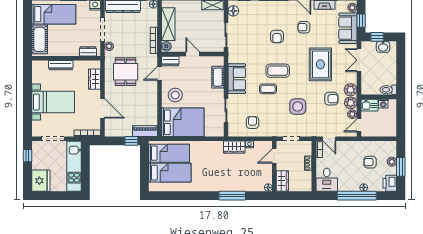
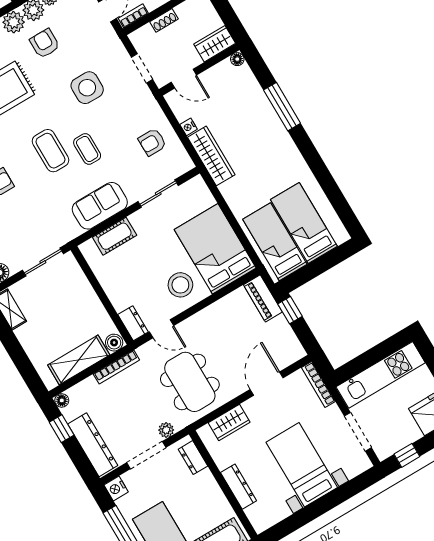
door: (193, 54) -> (102, 295), removed
dining table: (126, 72) -> (190, 382), width x1.38
wardrobe: (234, 147) -> (211, 156), width x1.50

